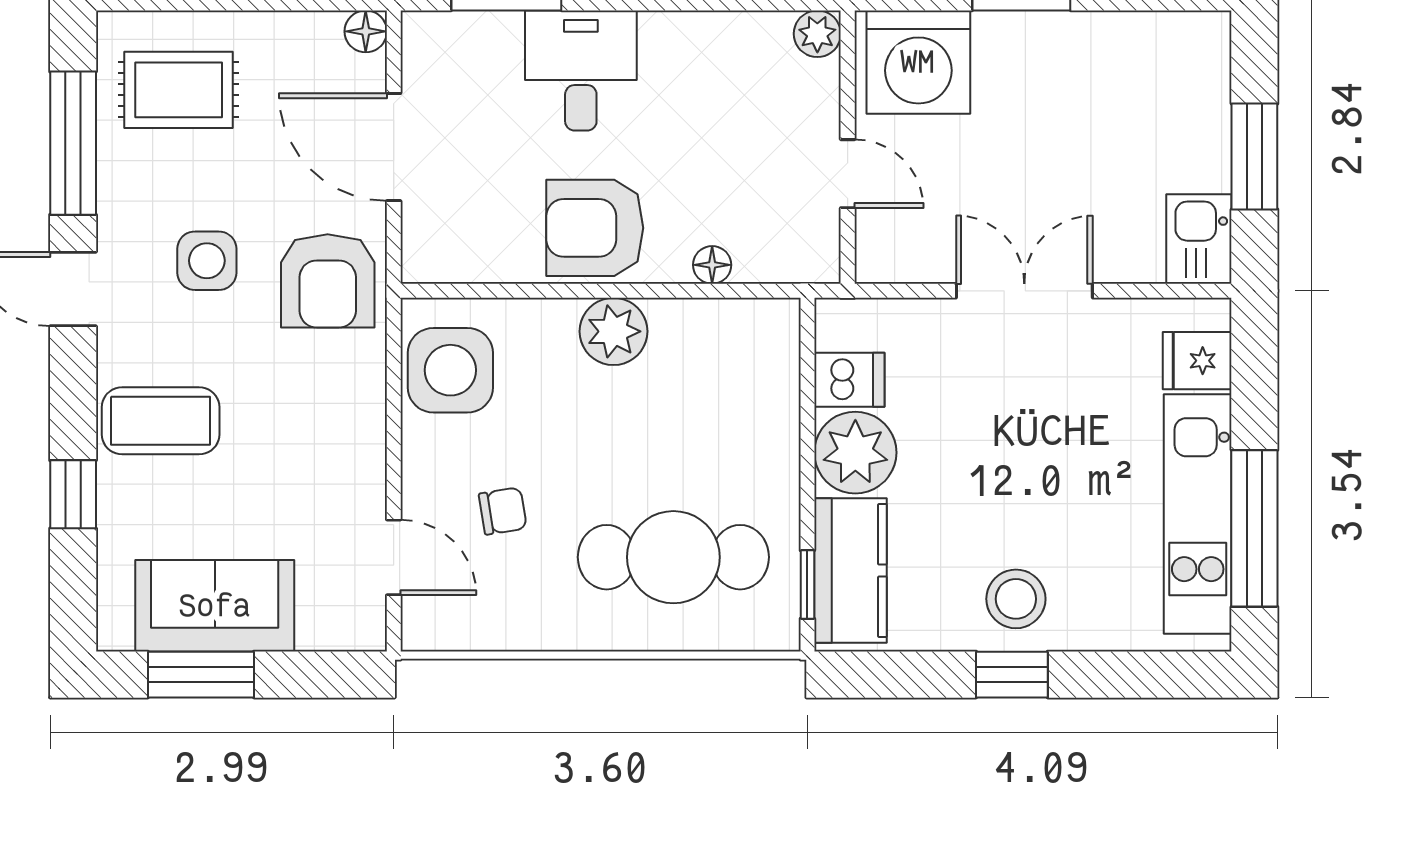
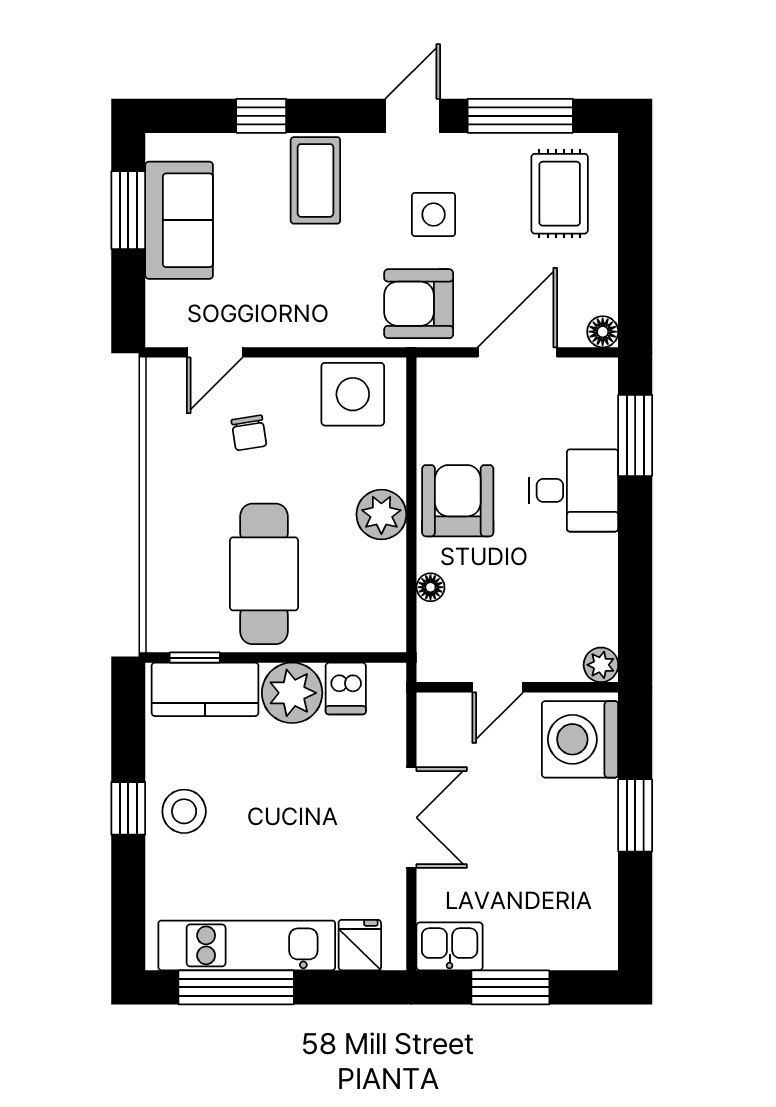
cafe table: (673, 557) -> (264, 574), moved

